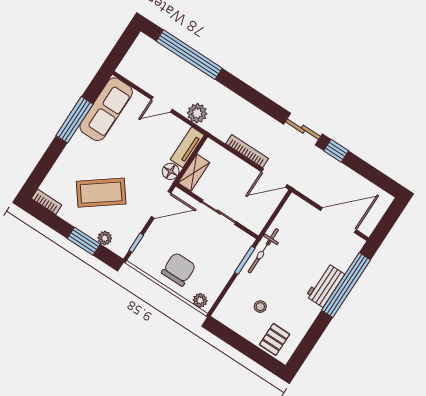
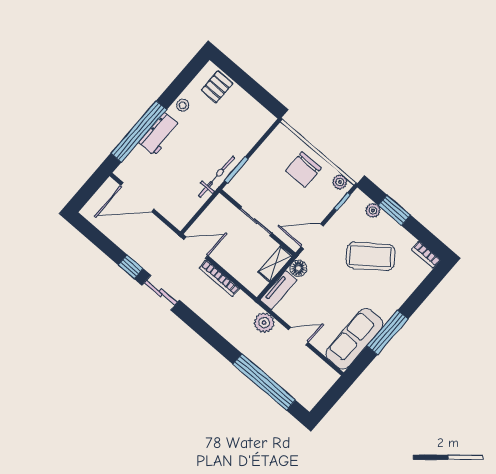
plant: (200, 300) -> (340, 182), moved
stool: (260, 307) -> (183, 105), moved

